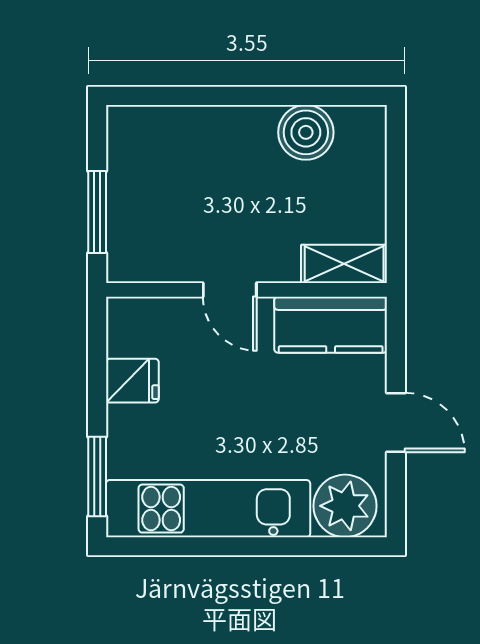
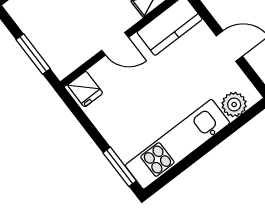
fridge: (132, 381) -> (85, 89), moved, turned 90
plant: (345, 506) -> (234, 105), width x0.73, depth x0.73

